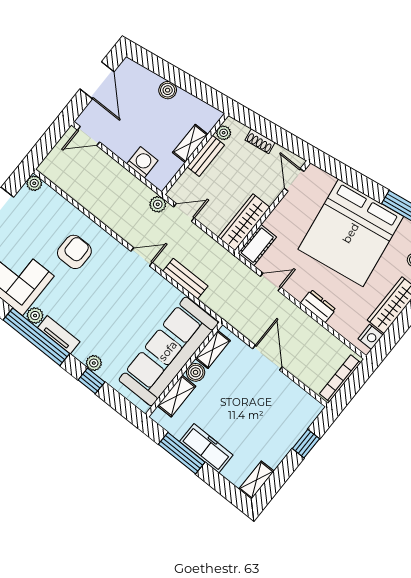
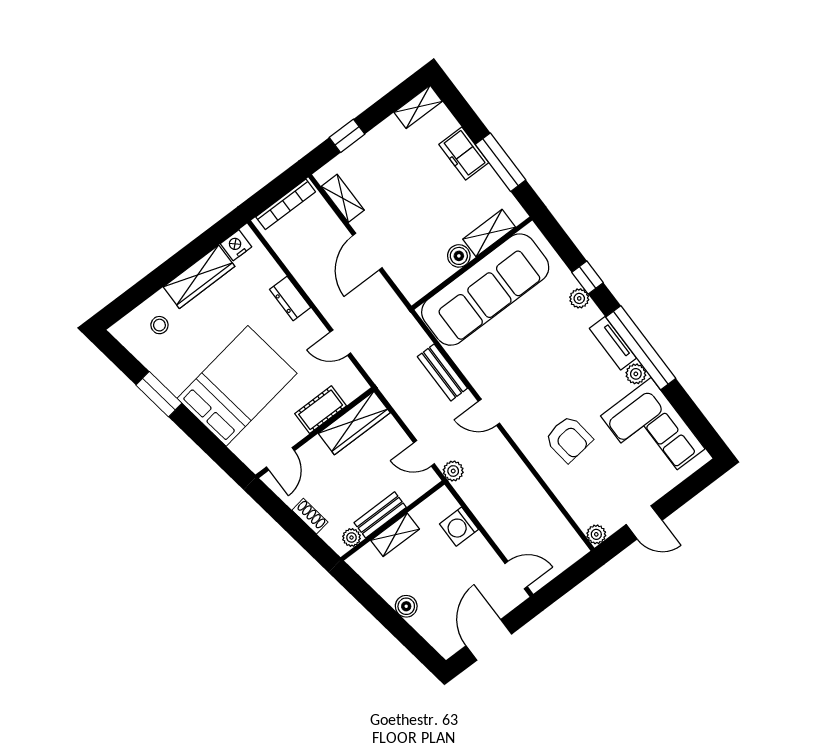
bed: (351, 233) -> (237, 386), width x0.73
cot: (257, 245) -> (321, 410), moved
armchair: (74, 252) -> (569, 439), turned -97
shelving: (213, 350) -> (343, 198), moved, turned 90
freezer: (206, 448) -> (464, 154), width x0.71

